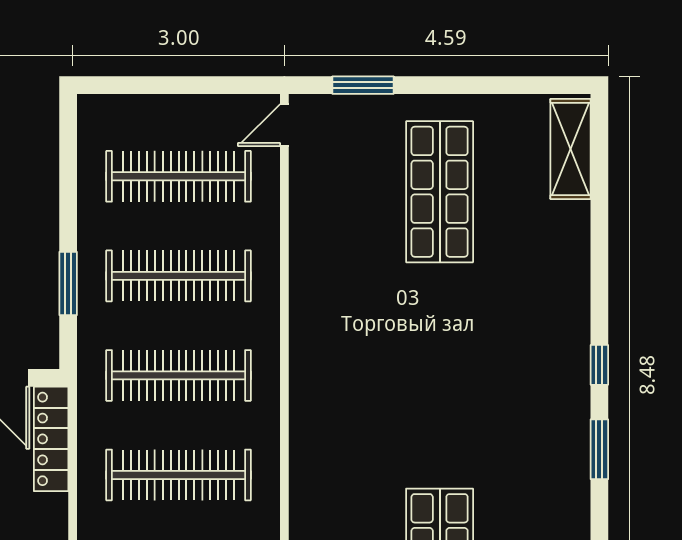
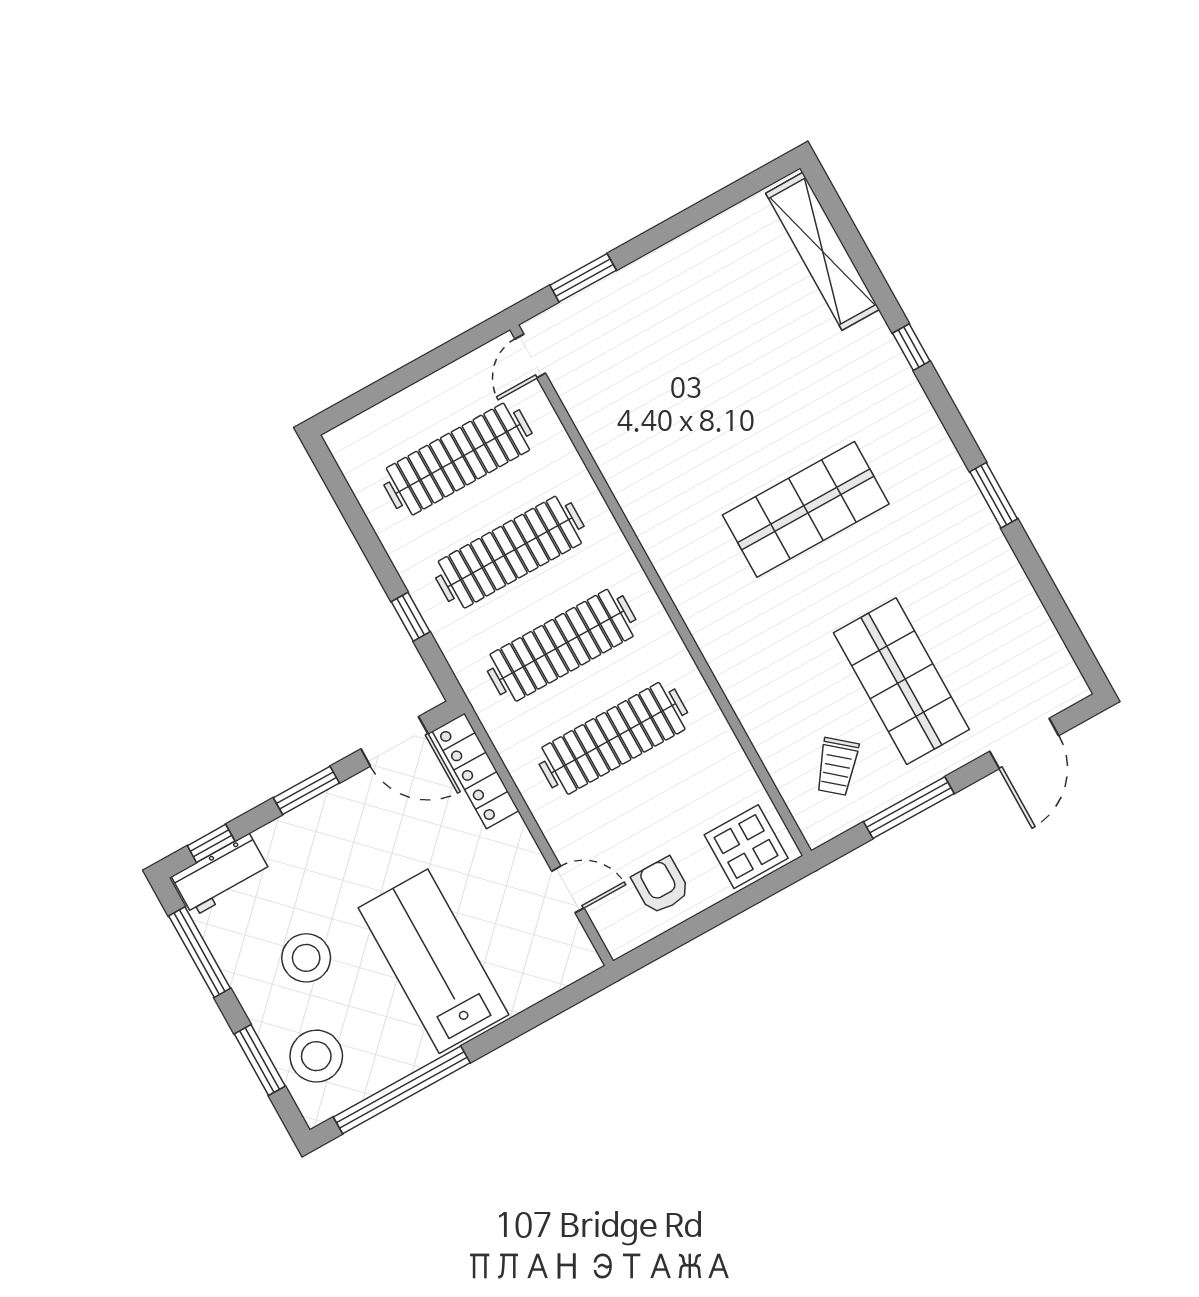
shelving: (570, 149) -> (823, 251), width x1.47
shop shelf: (440, 192) -> (806, 509), moved, turned 90
window: (68, 284) -> (411, 617), width x0.67
window: (599, 365) -> (911, 347), moved

